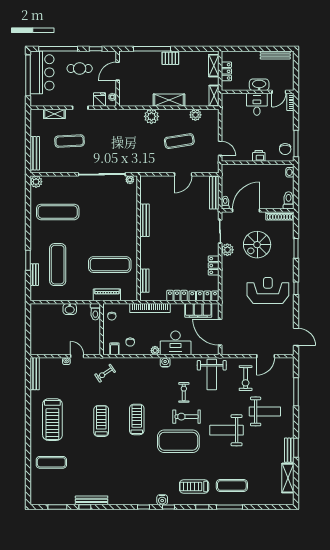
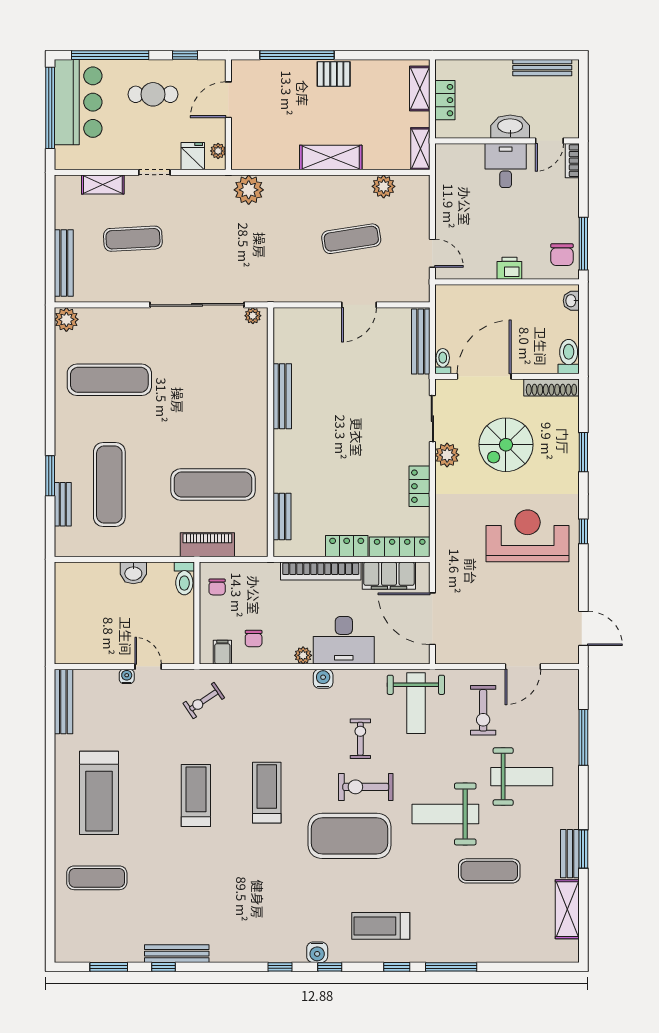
plant: (151, 116) -> (249, 190), moved
bookcase: (150, 308) -> (321, 571), moved
exercise mat: (232, 486) -> (489, 871), moved

